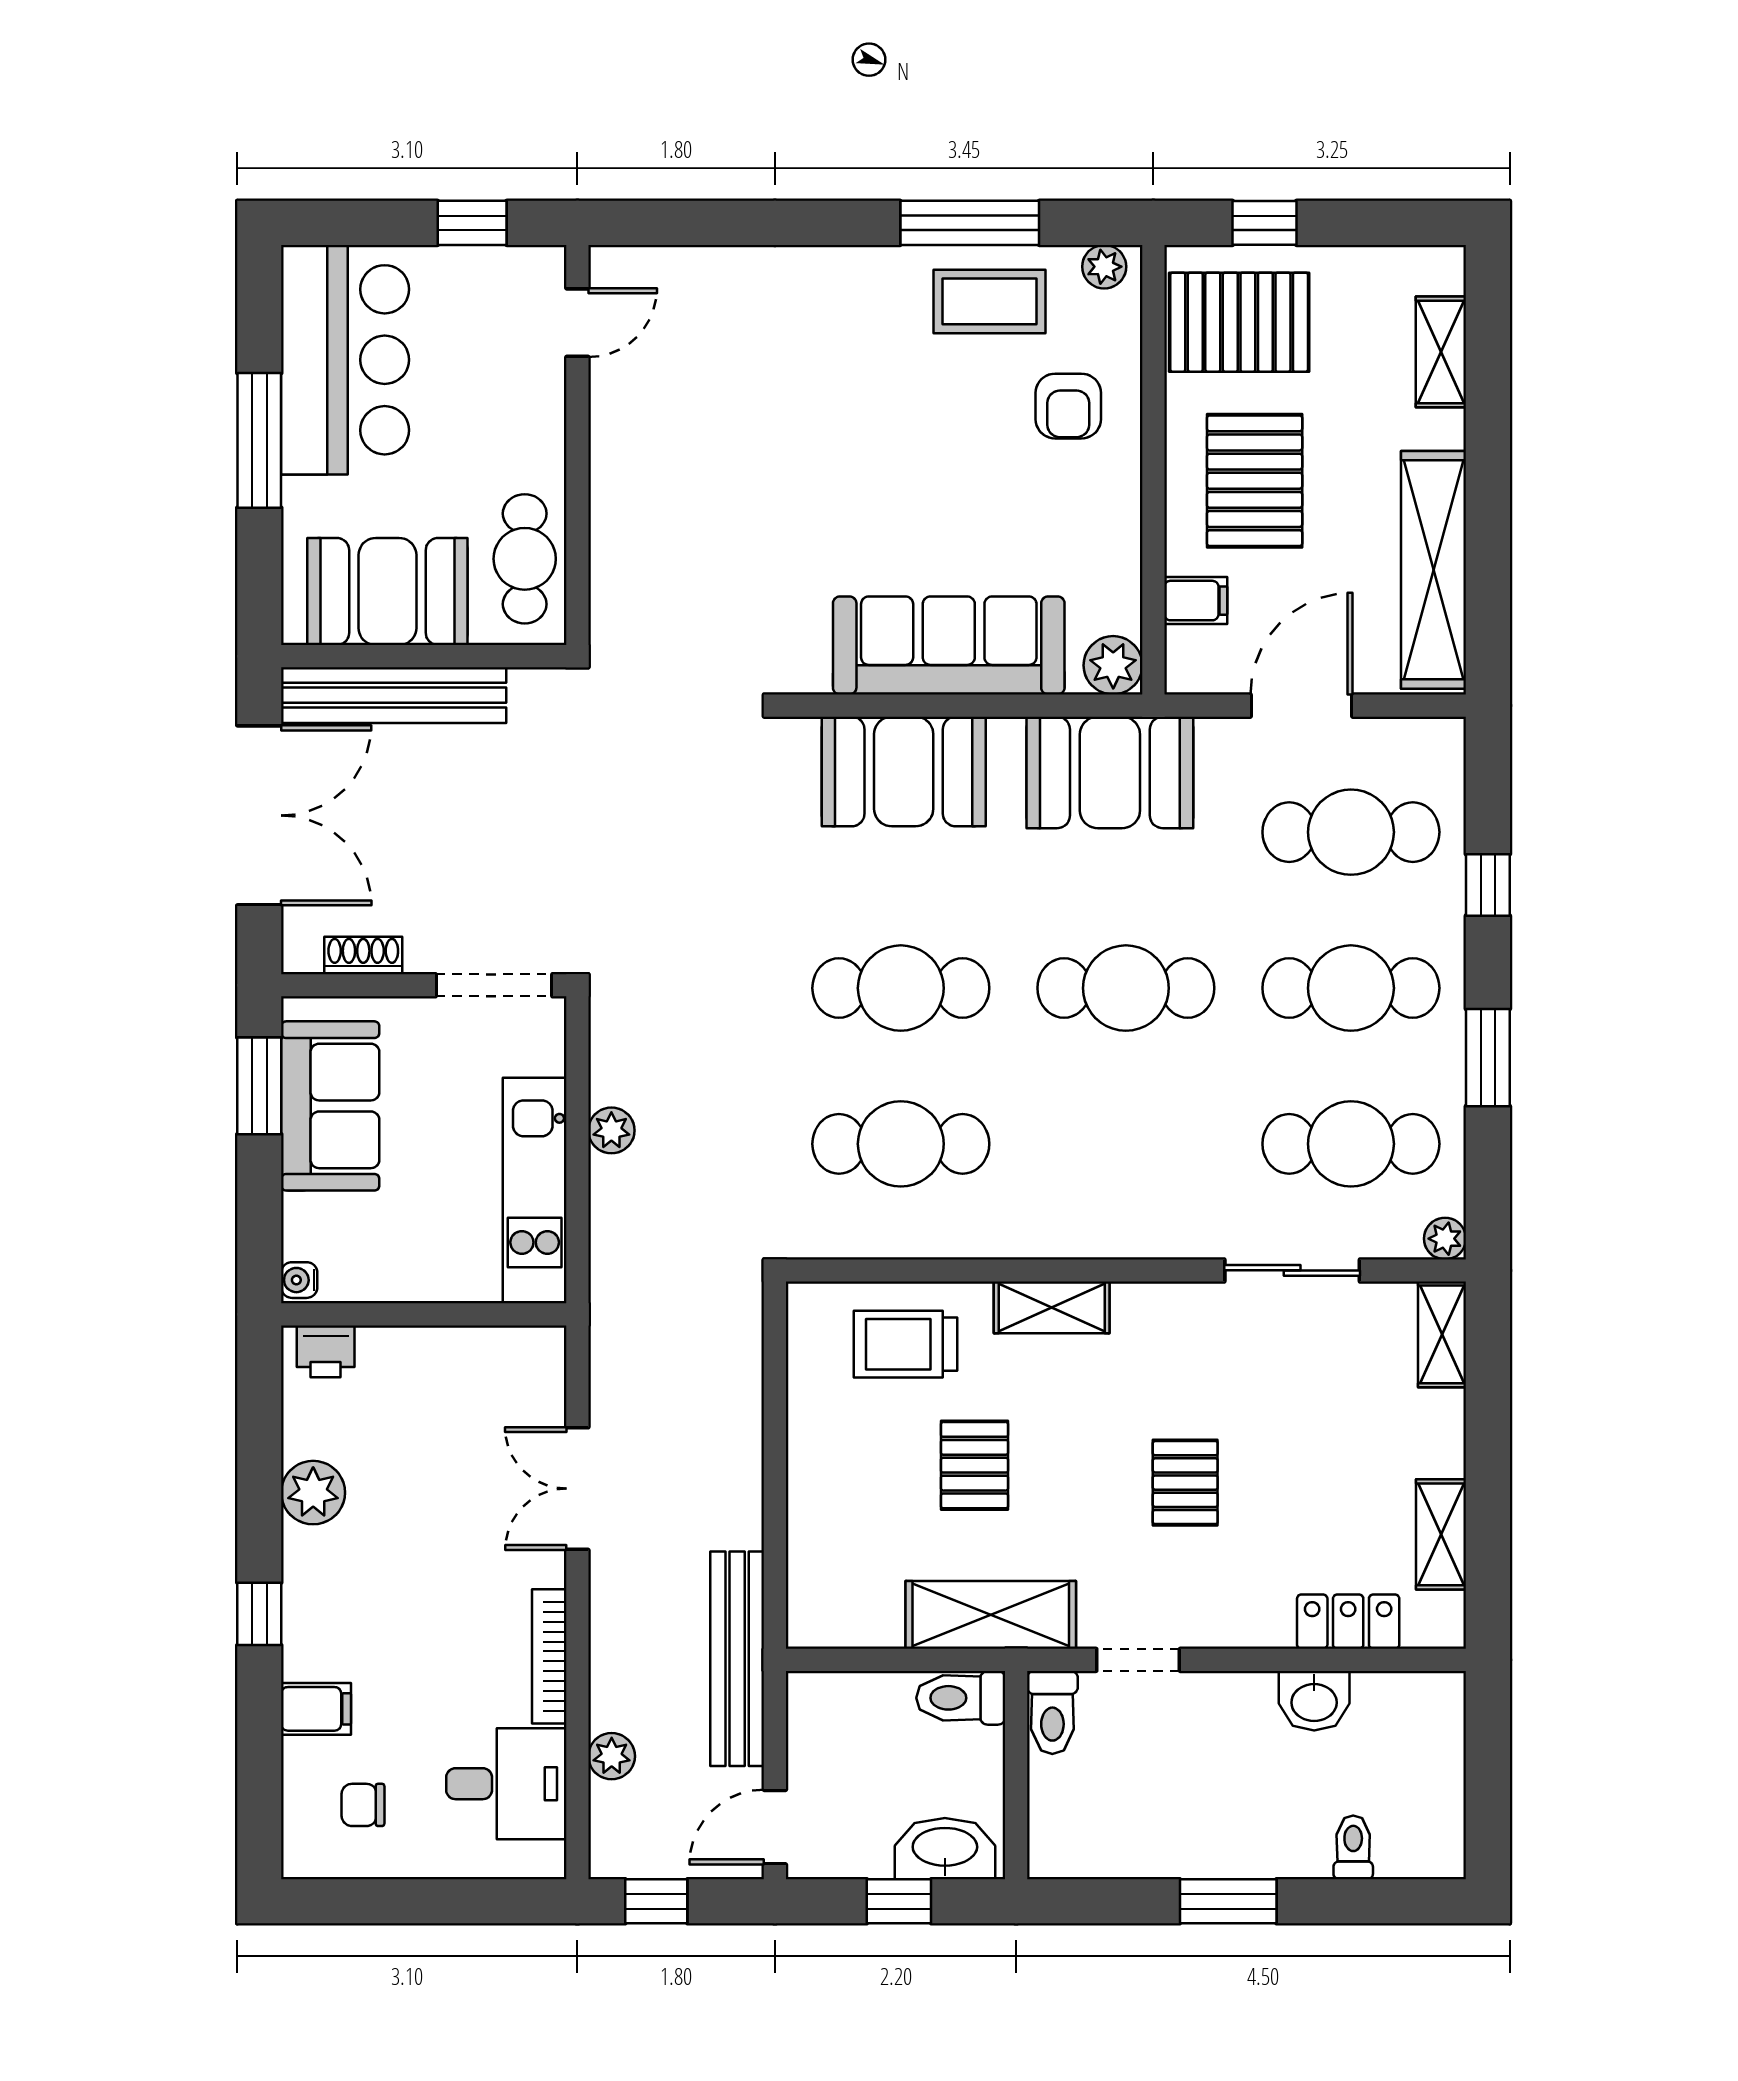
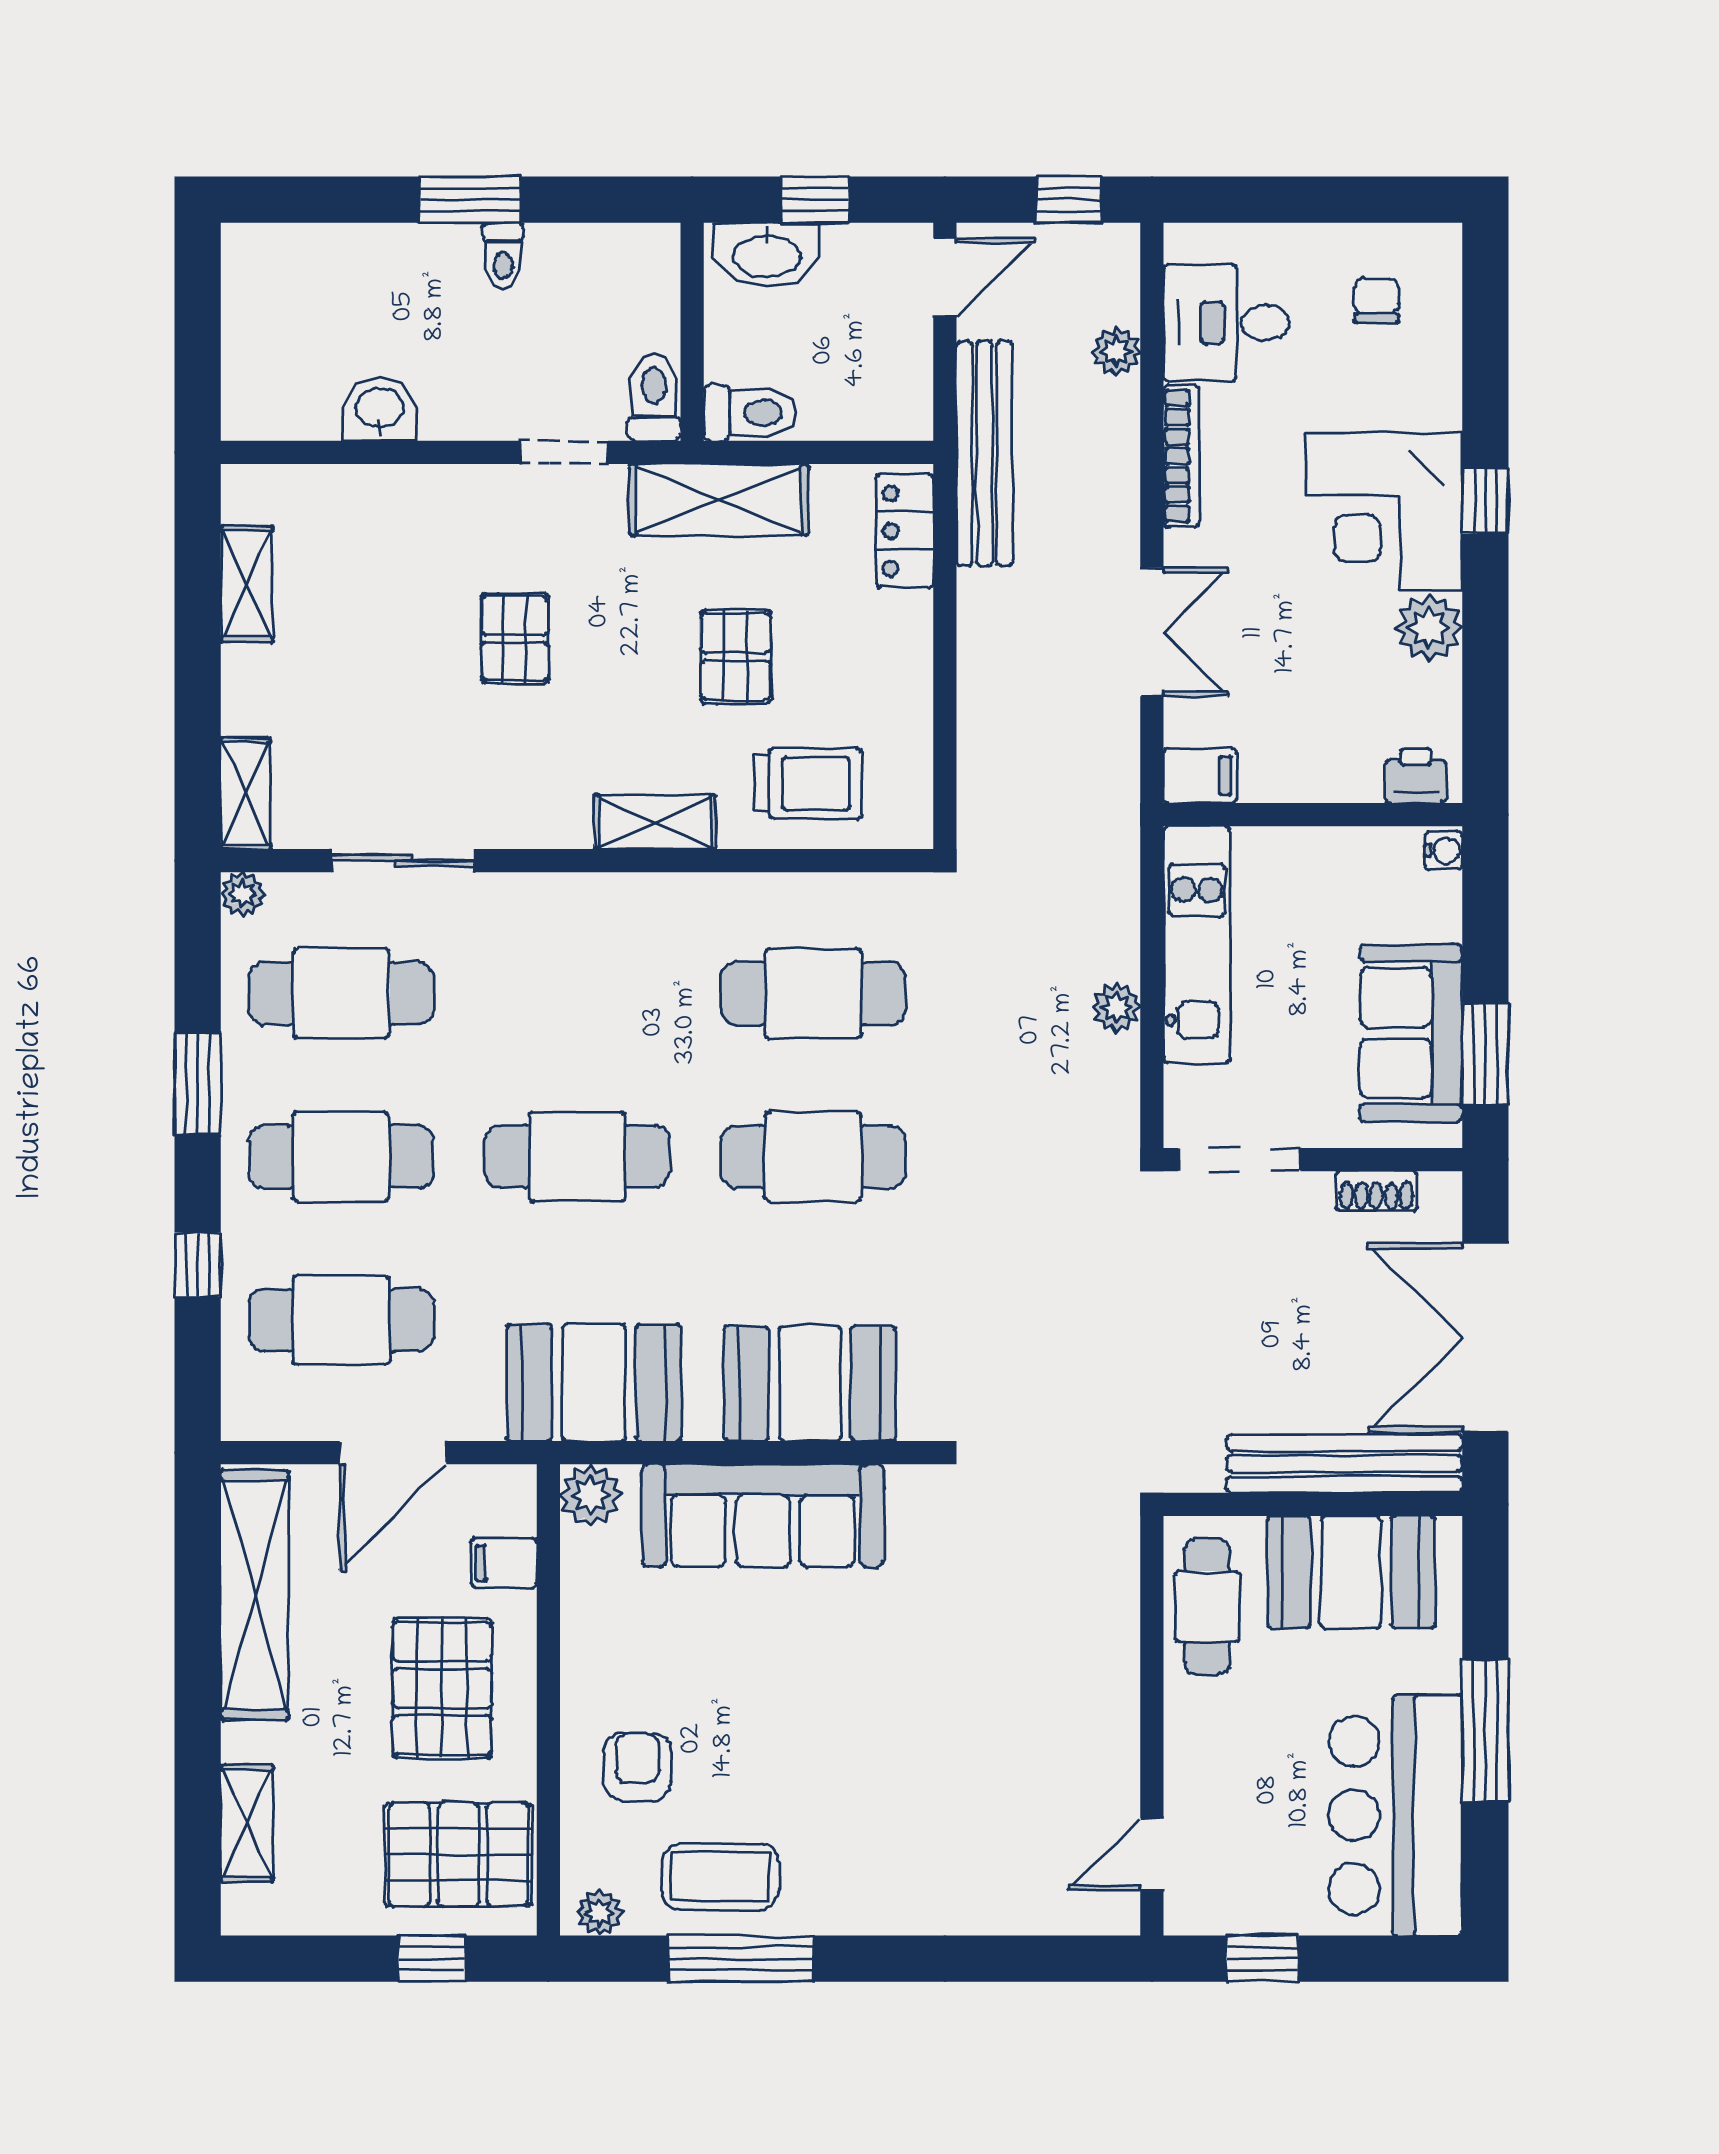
corner desk: (356, 1604) -> (1384, 511), added
locker: (1348, 1622) -> (905, 531), moved, turned 90
filing cabinet: (316, 1709) -> (1200, 776), moved, turned 180
chair: (363, 1805) -> (1377, 300), turned -90
toilet: (1353, 1847) -> (503, 256), moved

